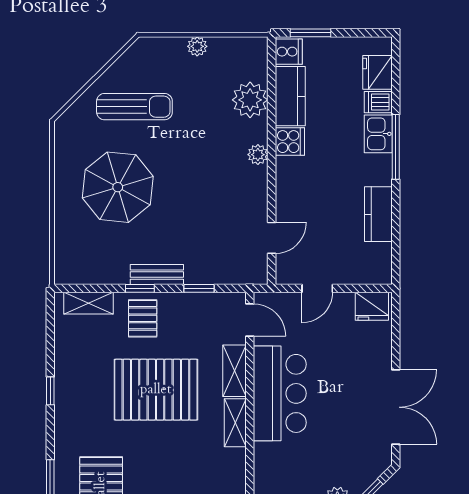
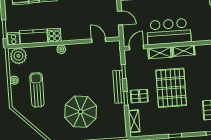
plant: (250, 100) -> (18, 56), moved
sun lounger: (134, 107) -> (37, 90), moved
bench: (157, 275) -> (119, 87), width x1.36

